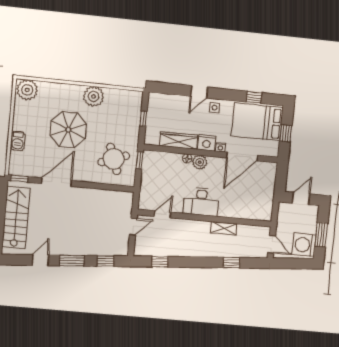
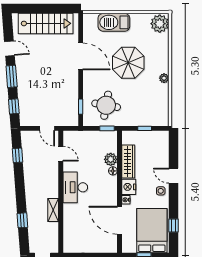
plant: (94, 96) -> (164, 78), width x0.53, depth x0.53
barbecue: (18, 141) -> (114, 22), width x1.88, depth x1.53
round table: (114, 159) -> (106, 105), turned 30
plant: (200, 162) -> (111, 159), moved
window: (19, 179) -> (81, 107), moved

